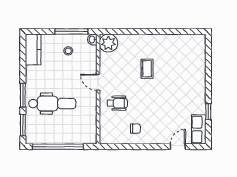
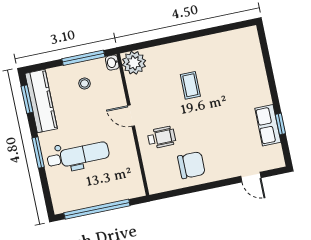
kitchen counter: (33, 49) -> (41, 101), width x1.50
window: (23, 125) -> (27, 99), moved
chair: (135, 129) -> (191, 165), width x1.87, depth x1.87
row of seats: (199, 129) -> (268, 125), moved
door: (178, 147) -> (251, 177), swing flipped

